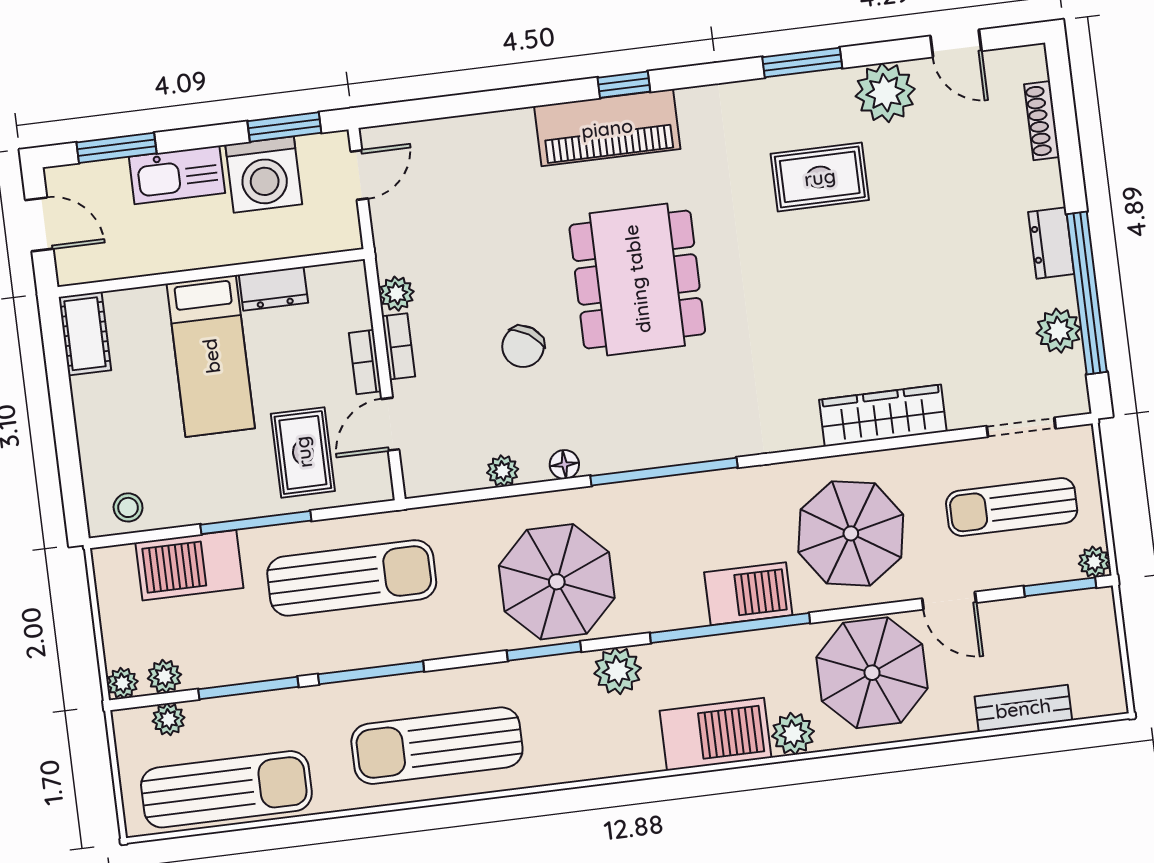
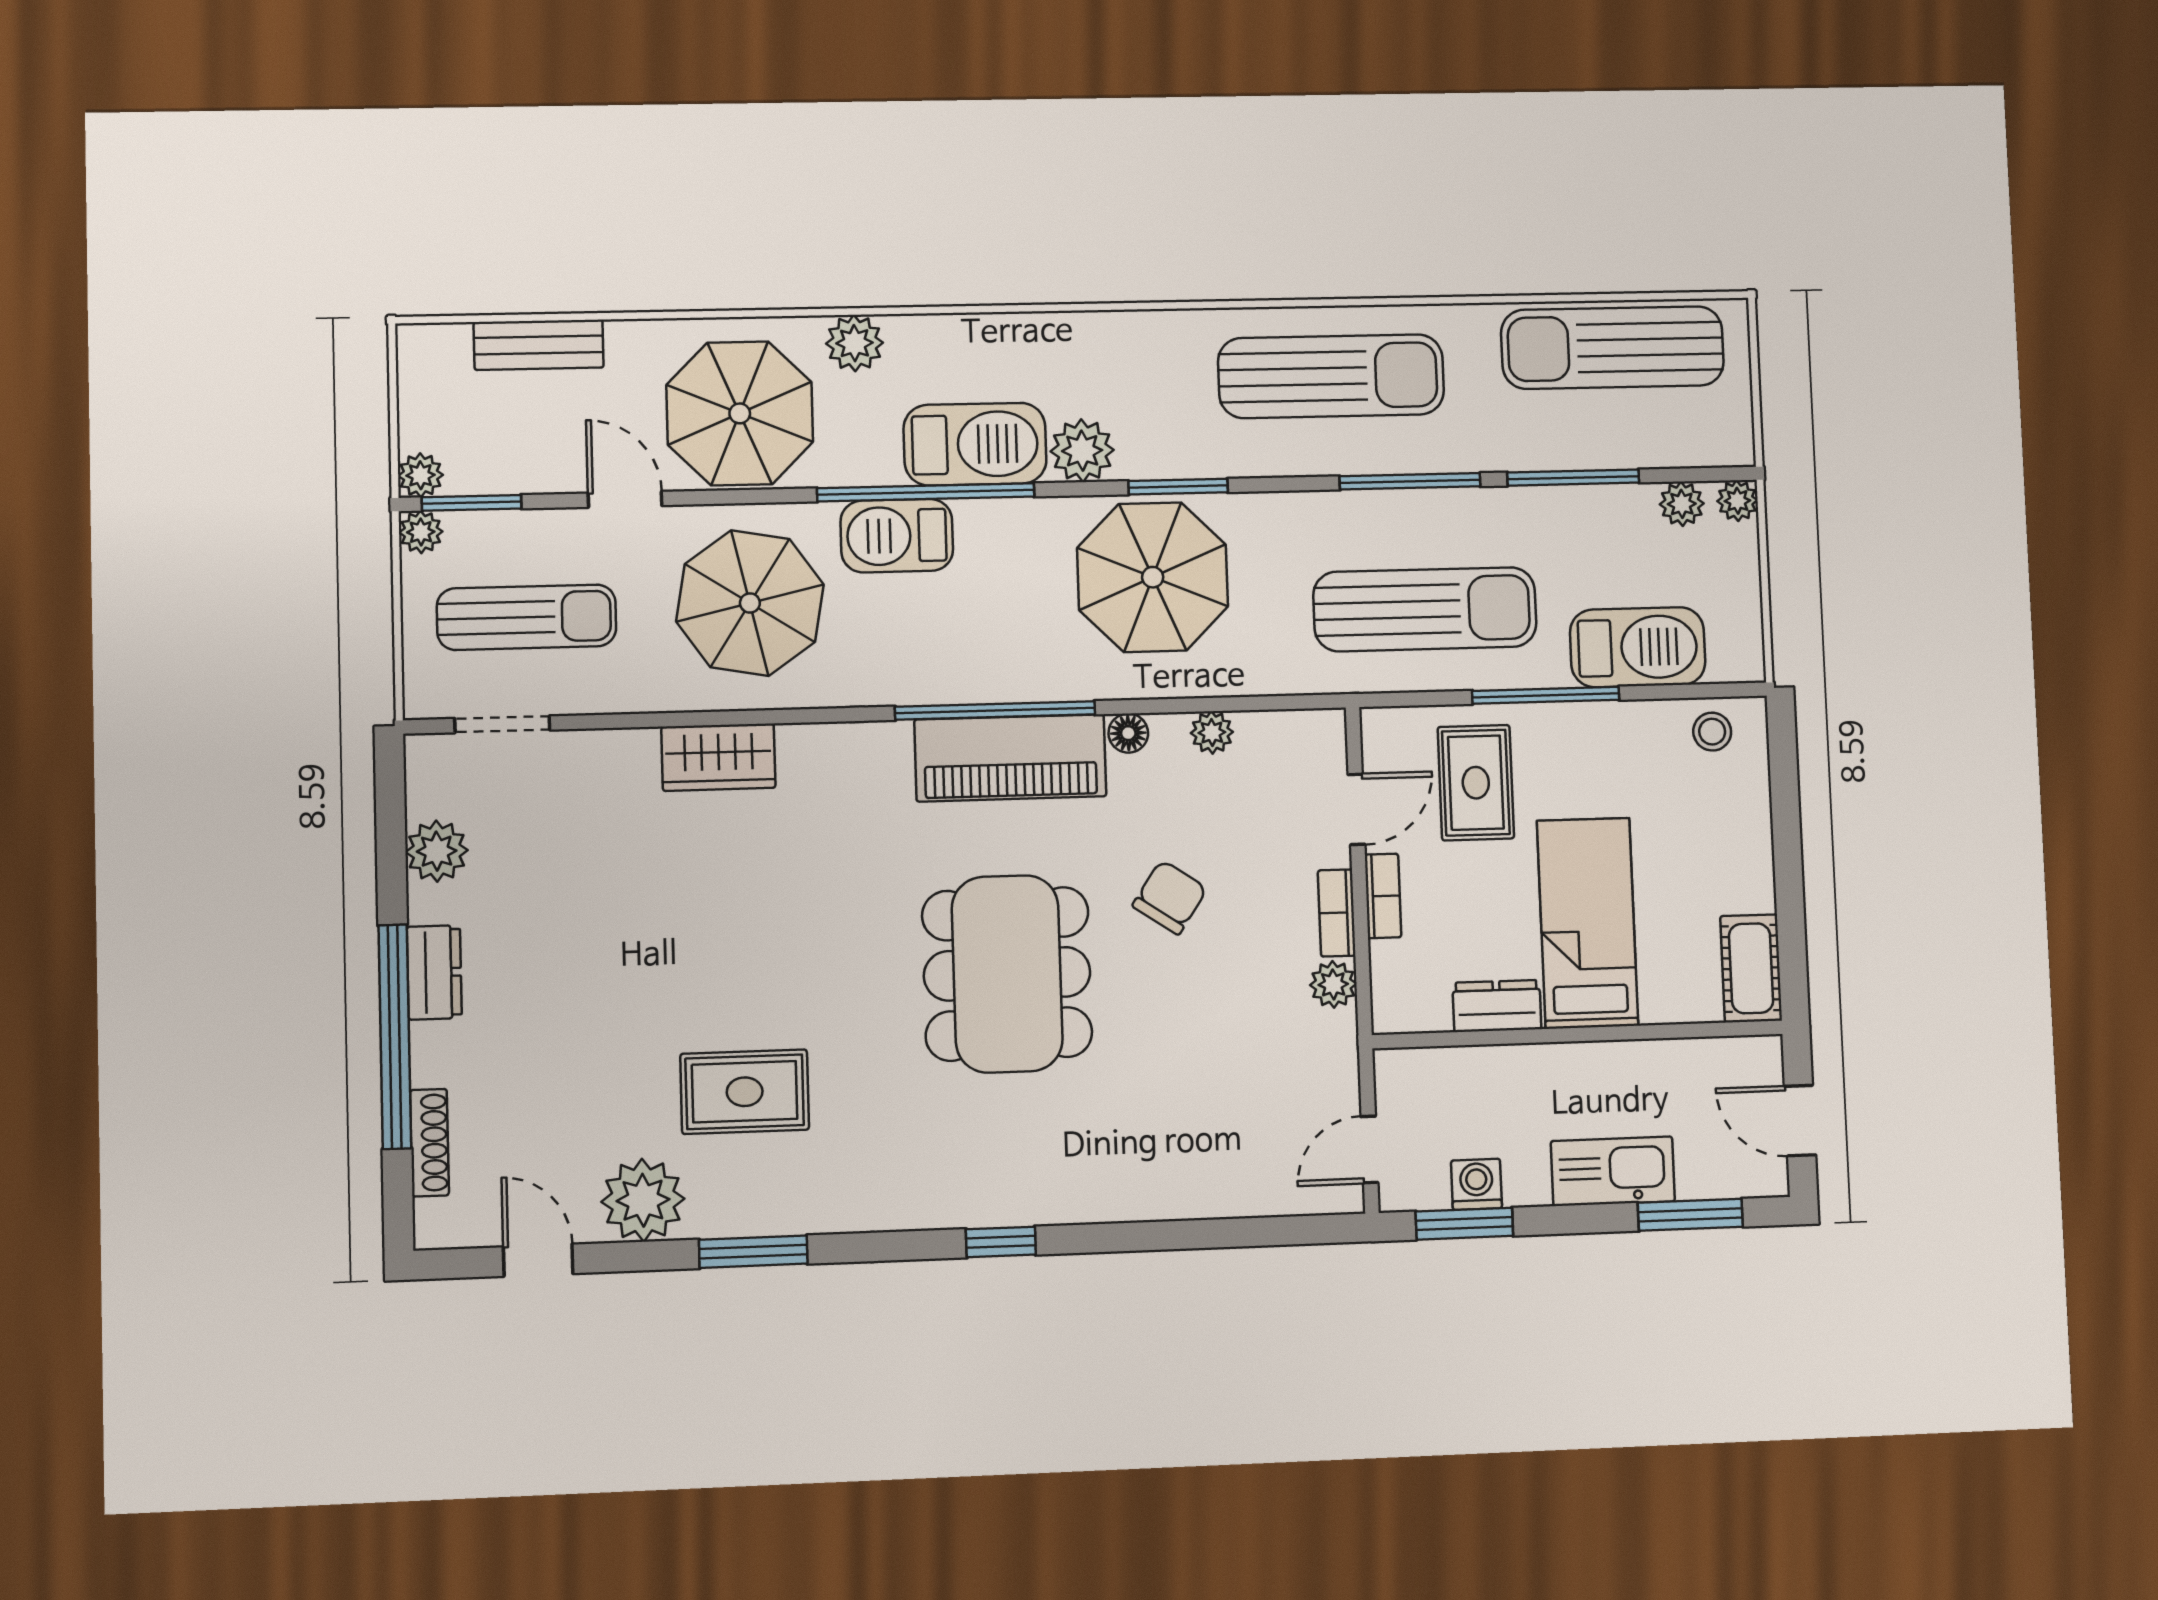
piano: (607, 128) -> (1010, 758), moved, turned 180
washing machine: (264, 175) -> (1476, 1184), width x0.53, depth x0.53
window: (1087, 293) -> (395, 1037), moved
wardrobe: (883, 416) -> (718, 757), width x0.67
sun lounger: (352, 578) -> (1425, 609), turned 180
plant: (169, 719) -> (420, 475), moved
barbecue: (715, 734) -> (975, 444), moved, turned 180

